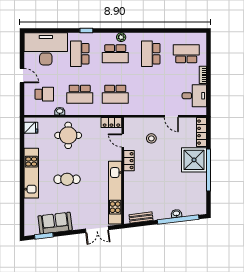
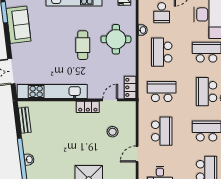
school desk: (115, 94) -> (162, 92), turned 90
school desk: (151, 94) -> (162, 131), added
cafe table: (67, 179) -> (83, 45), moved

